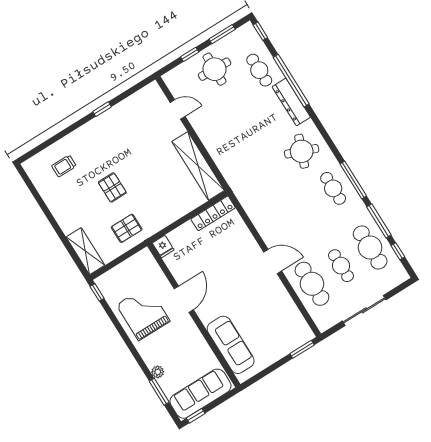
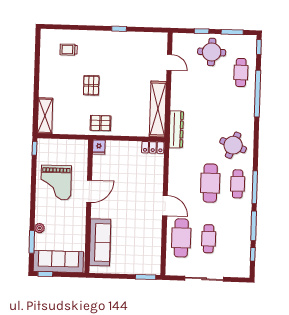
dresser: (291, 102) -> (176, 129), moved, turned 180
locker: (213, 213) -> (153, 147), width x0.66
pallet: (127, 228) -> (100, 123), moved
cafe table: (370, 247) -> (210, 183), moved
grand piano: (143, 313) -> (56, 182), turned 180

